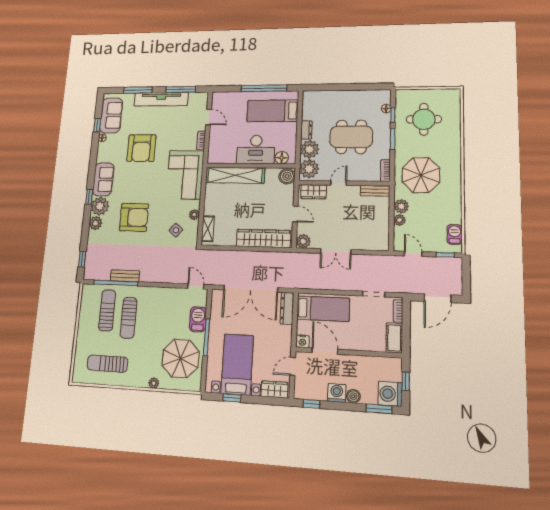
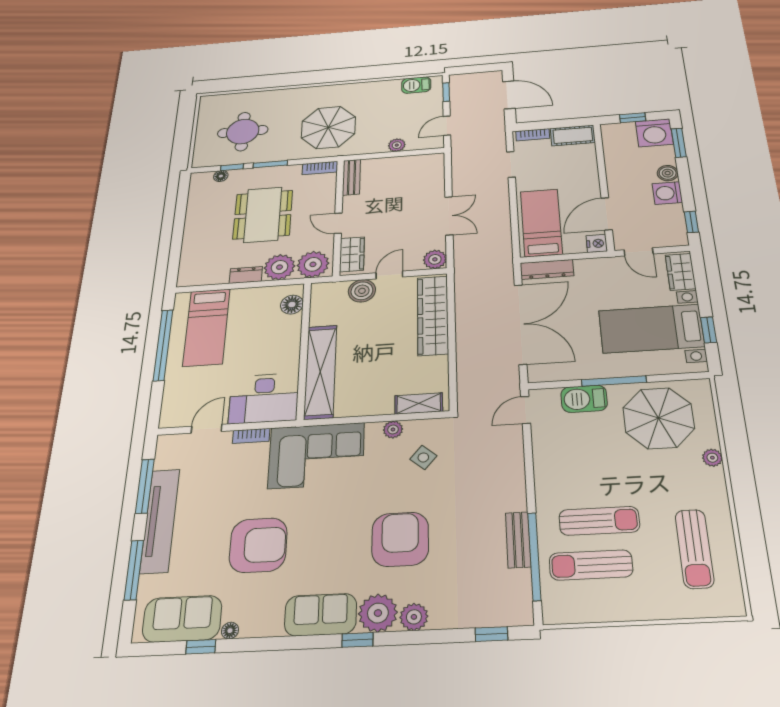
desk: (256, 150) -> (264, 398), moved, turned 90
boiler: (287, 176) -> (362, 291), moved
plant: (401, 206) -> (376, 145), removed

